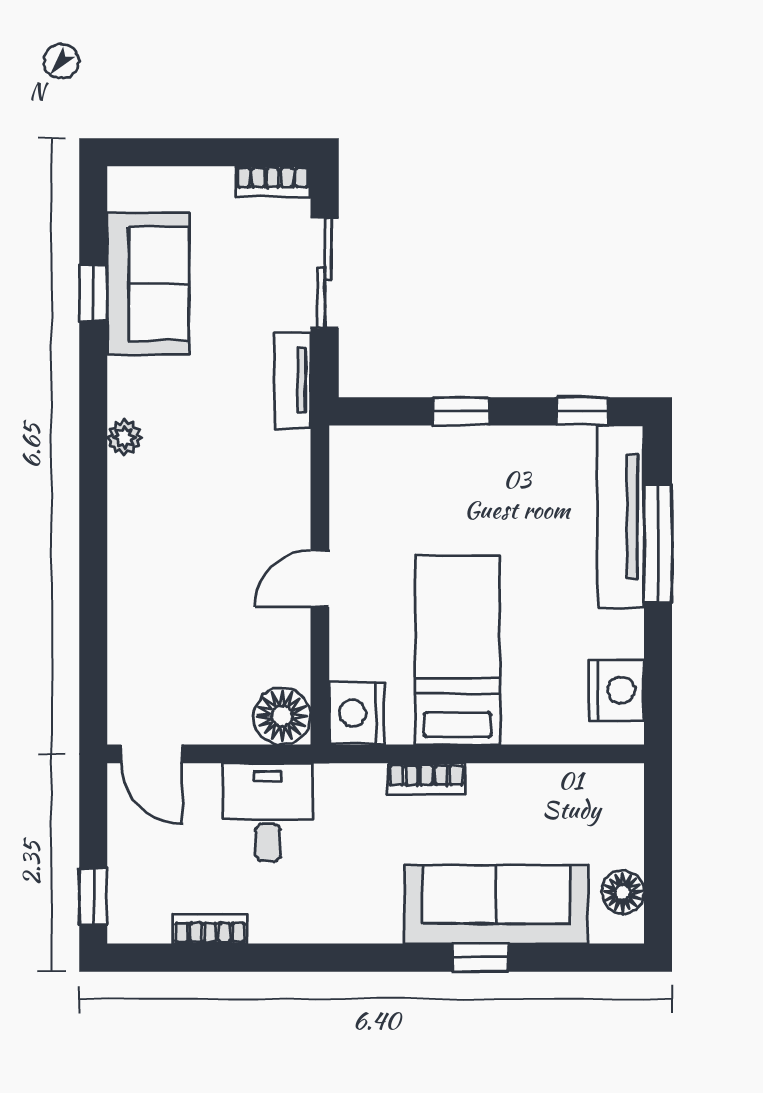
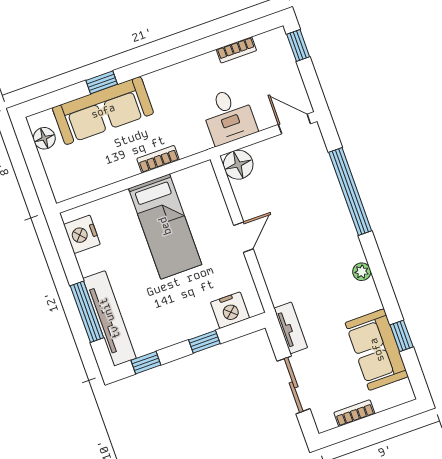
bookcase: (273, 181) -> (354, 413), moved
window: (93, 593) -> (350, 192), added
nightstand: (357, 713) -> (230, 310), moved, turned 90

